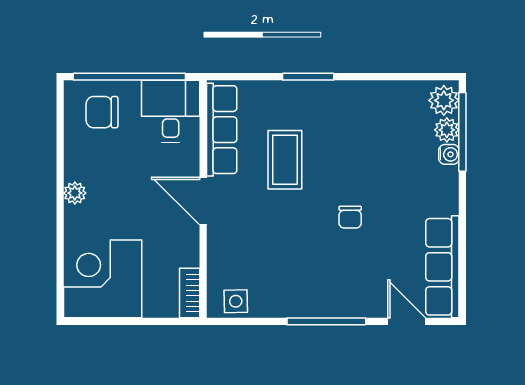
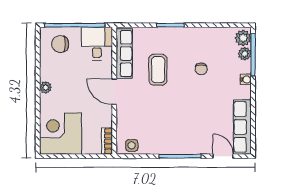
water cooler: (449, 154) -> (246, 79), moved
chair: (350, 217) -> (201, 69), moved

